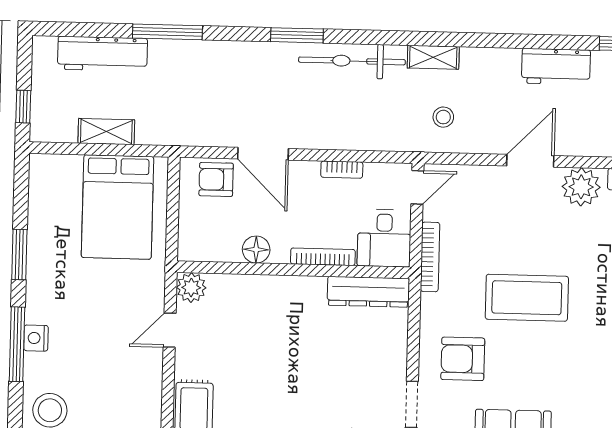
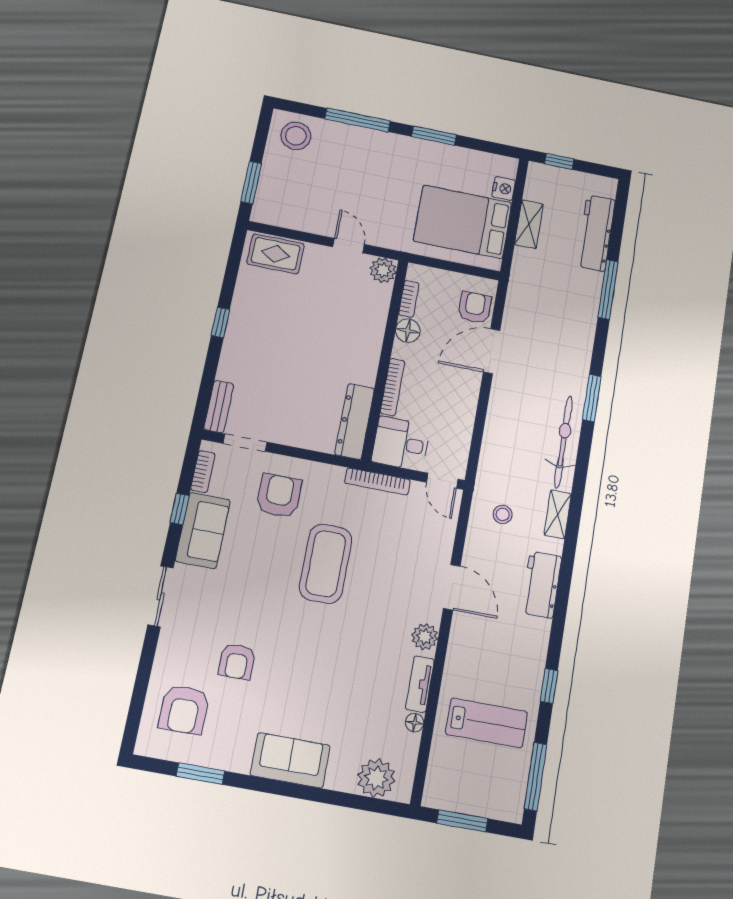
workbench: (556, 67) -> (541, 585), moved
bookcase: (342, 170) -> (409, 299), moved, turned 180
plant: (581, 187) -> (425, 637), width x0.73, depth x0.73
nightstand: (36, 338) -> (504, 188), moved, turned 90

